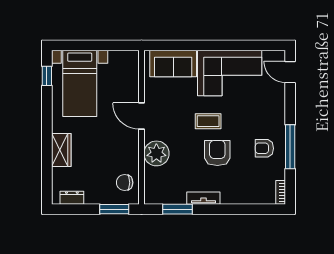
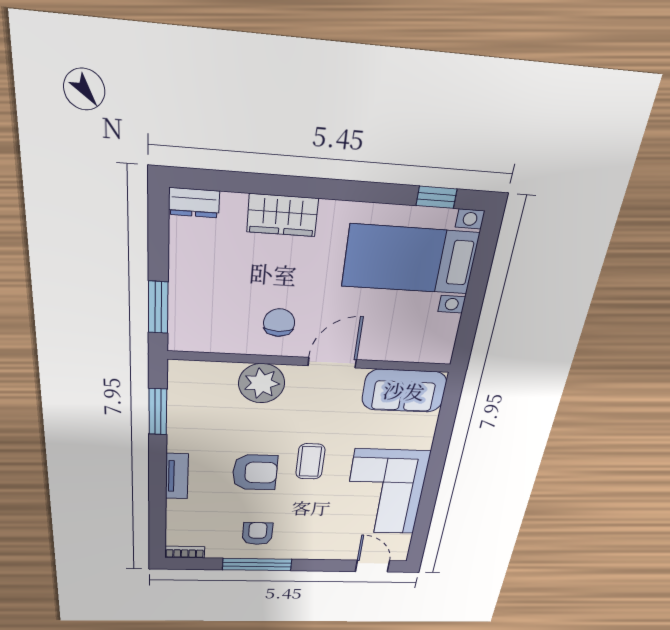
sofa: (173, 64) -> (404, 391), moved, turned -90
door: (290, 72) -> (372, 566), hinge flipped
chair: (125, 183) -> (279, 323), moved
dresser: (72, 198) -> (194, 203), moved, turned 90
tv unit: (203, 198) -> (177, 476), moved

